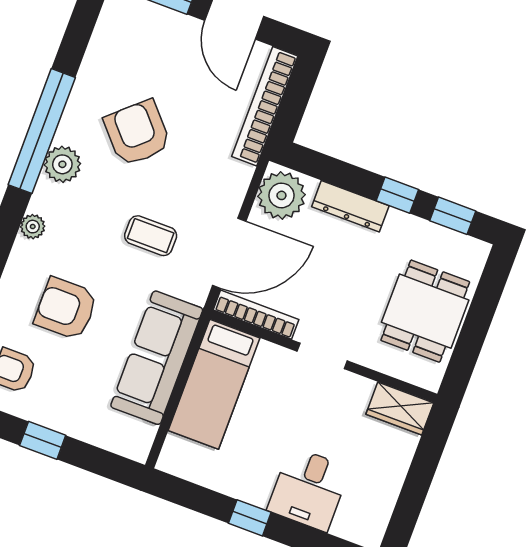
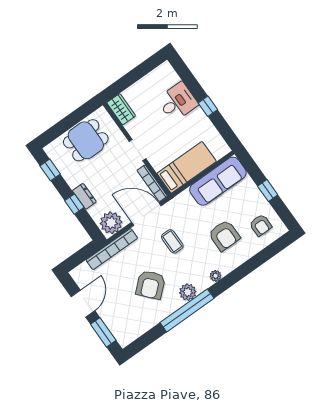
bookcase: (265, 106) -> (112, 249), moved
window: (397, 195) -> (74, 204), moved
dresser: (350, 206) -> (84, 196), width x0.70
sofa: (157, 358) -> (218, 181), moved

